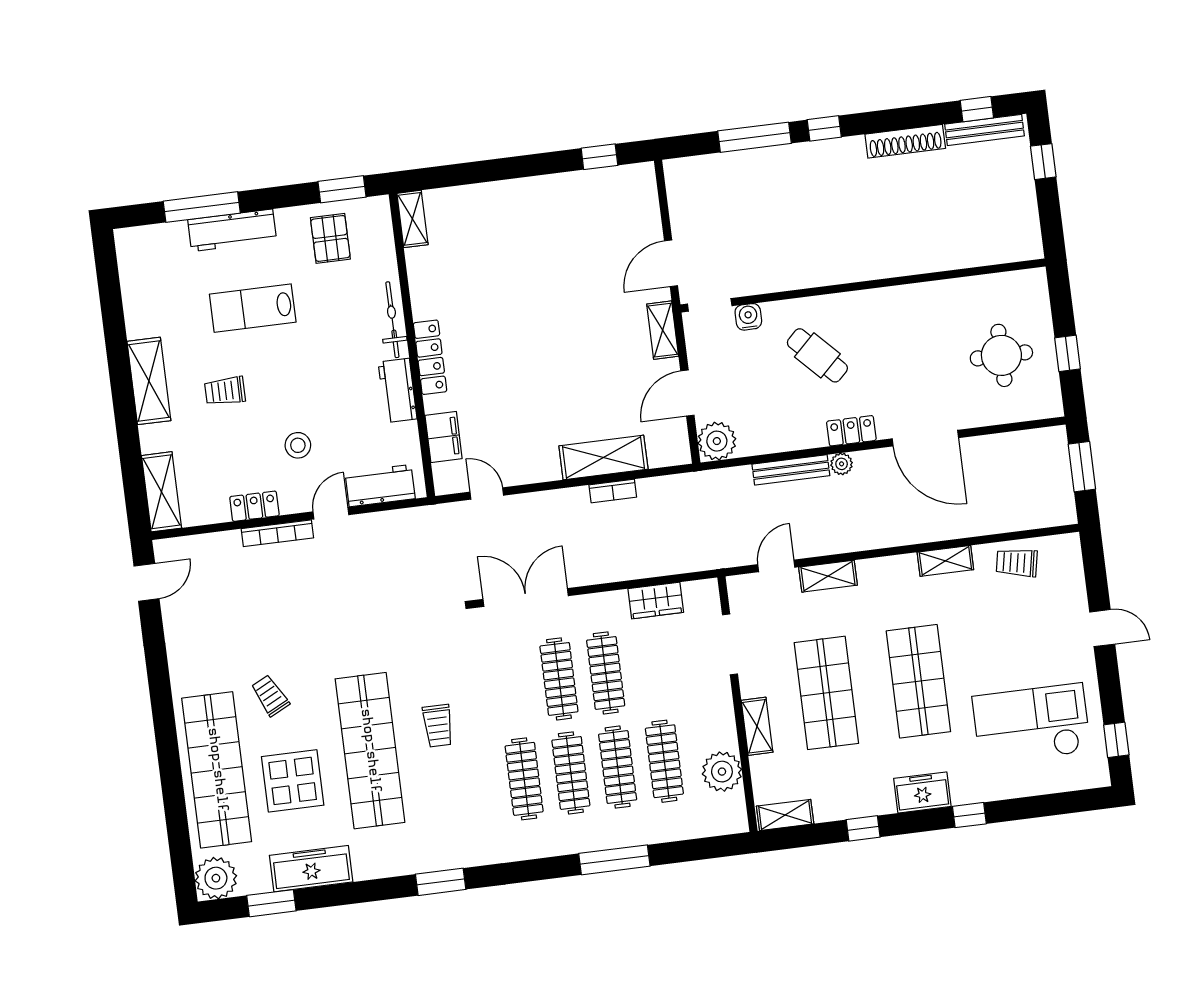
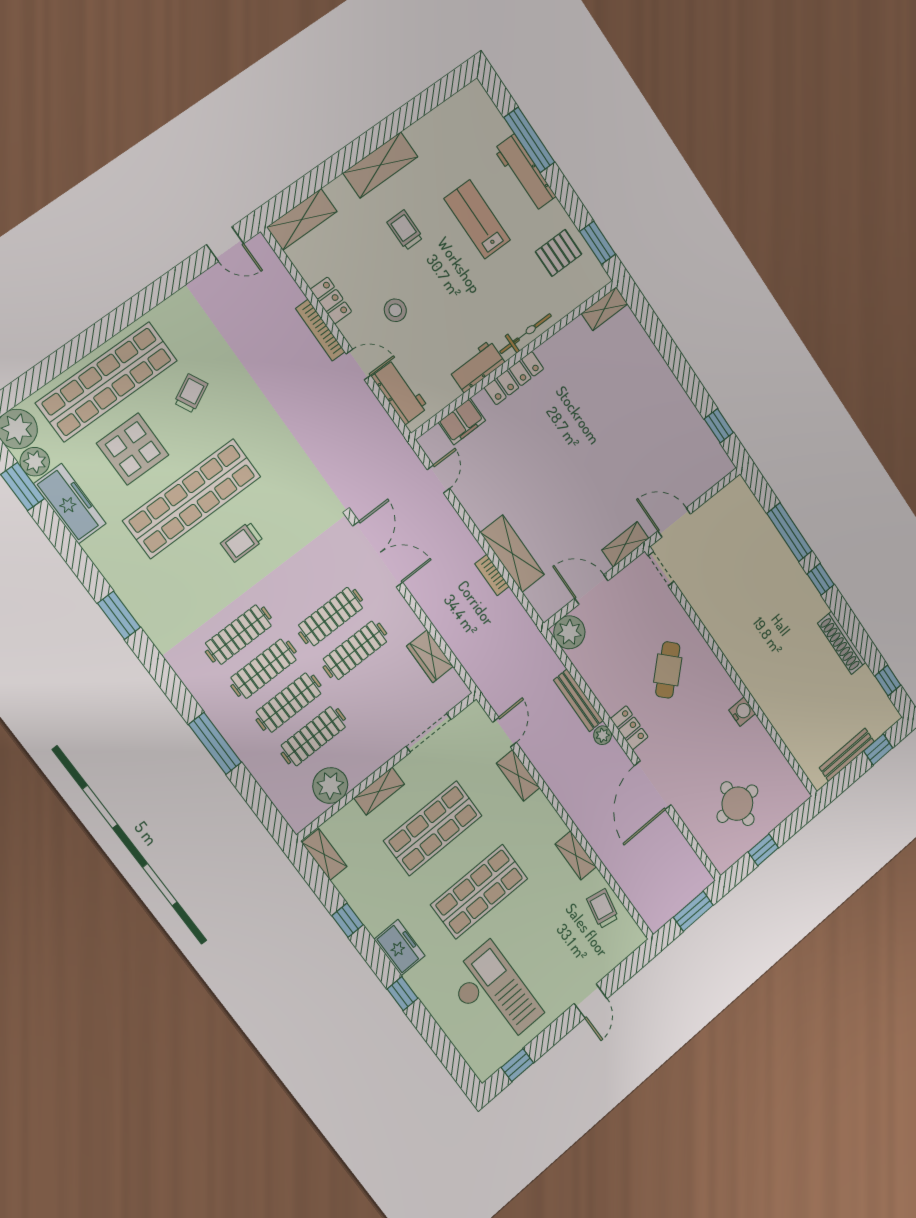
bench: (984, 130) -> (847, 755), moved, turned 90
water cooler: (748, 317) -> (742, 712), moved
door: (776, 566) -> (505, 732), hinge flipped
plant: (255, 879) -> (35, 462), added

